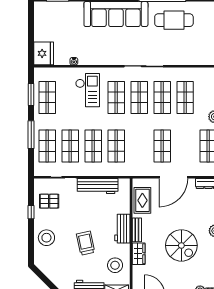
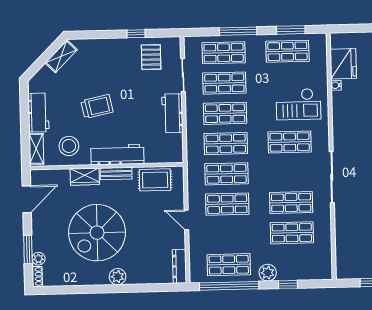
fridge: (44, 53) -> (343, 64), moved, turned -90
shop shelf: (139, 97) -> (227, 174), moved
door: (173, 177) -> (186, 220), width x0.53
workbench: (98, 186) -> (172, 113), width x0.73
workbench: (122, 229) -> (117, 155), width x1.38
stool: (46, 238) -> (103, 55), removed
spiral stairs: (181, 245) -> (97, 233), width x1.37, depth x1.37
shelving: (47, 269) -> (61, 56), added

